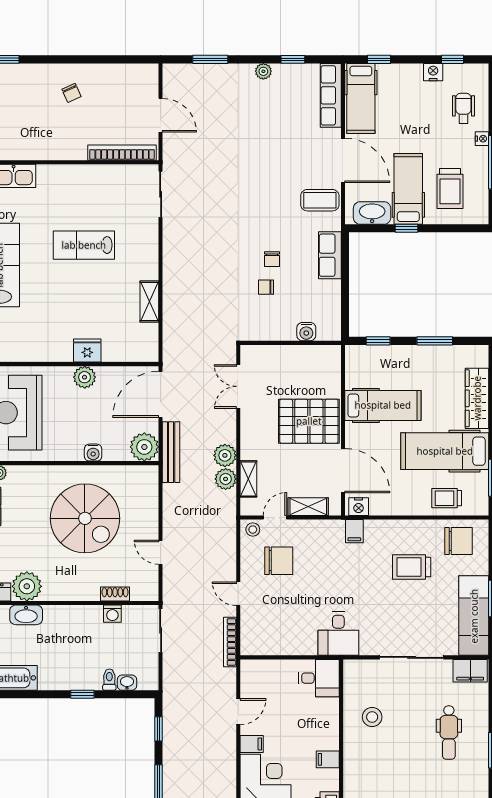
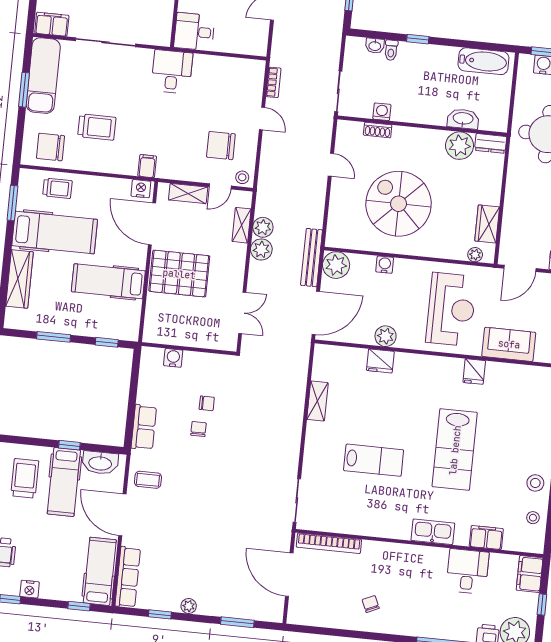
door: (161, 115) -> (289, 575), width x1.36
coffee table: (320, 200) -> (148, 480), width x0.73, depth x0.77
bookcase: (230, 642) -> (274, 82), width x0.64

